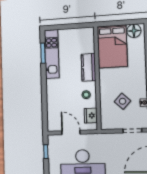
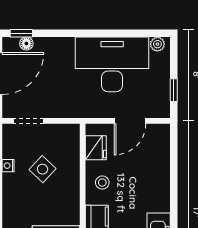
door: (71, 132) -> (130, 121), hinge flipped

